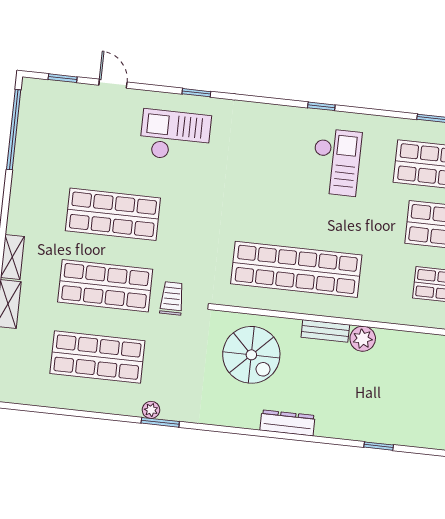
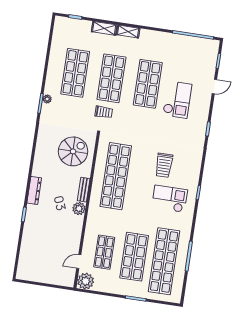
checkout: (175, 136) -> (177, 100), moved
checkout: (336, 162) -> (170, 199), turned 180
trolley: (271, 176) -> (164, 165), added
spiral stairs: (251, 355) -> (73, 151), turned 180
dresser: (287, 423) -> (34, 190), moved

